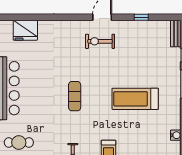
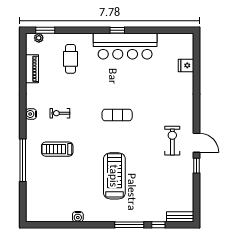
window: (141, 17) -> (197, 166), moved
fridge: (25, 30) -> (186, 65), width x0.53, depth x0.75

